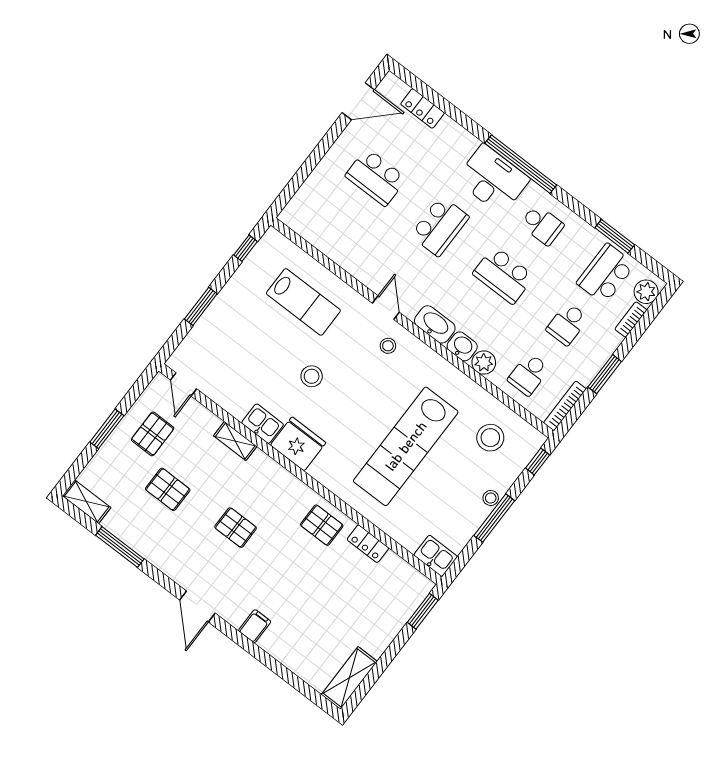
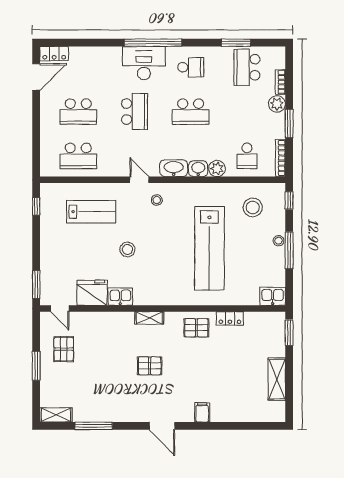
locker: (423, 109) -> (54, 54), moved
plant: (646, 292) -> (277, 104), moved
window: (201, 306) -> (36, 284), moved
school desk: (567, 324) -> (78, 156), moved, width x1.85
shelving: (235, 441) -> (149, 318), moved
fridge: (298, 444) -> (92, 293), moved
pallet: (168, 489) -> (96, 373), removed
shelving: (349, 678) -> (277, 379), moved

